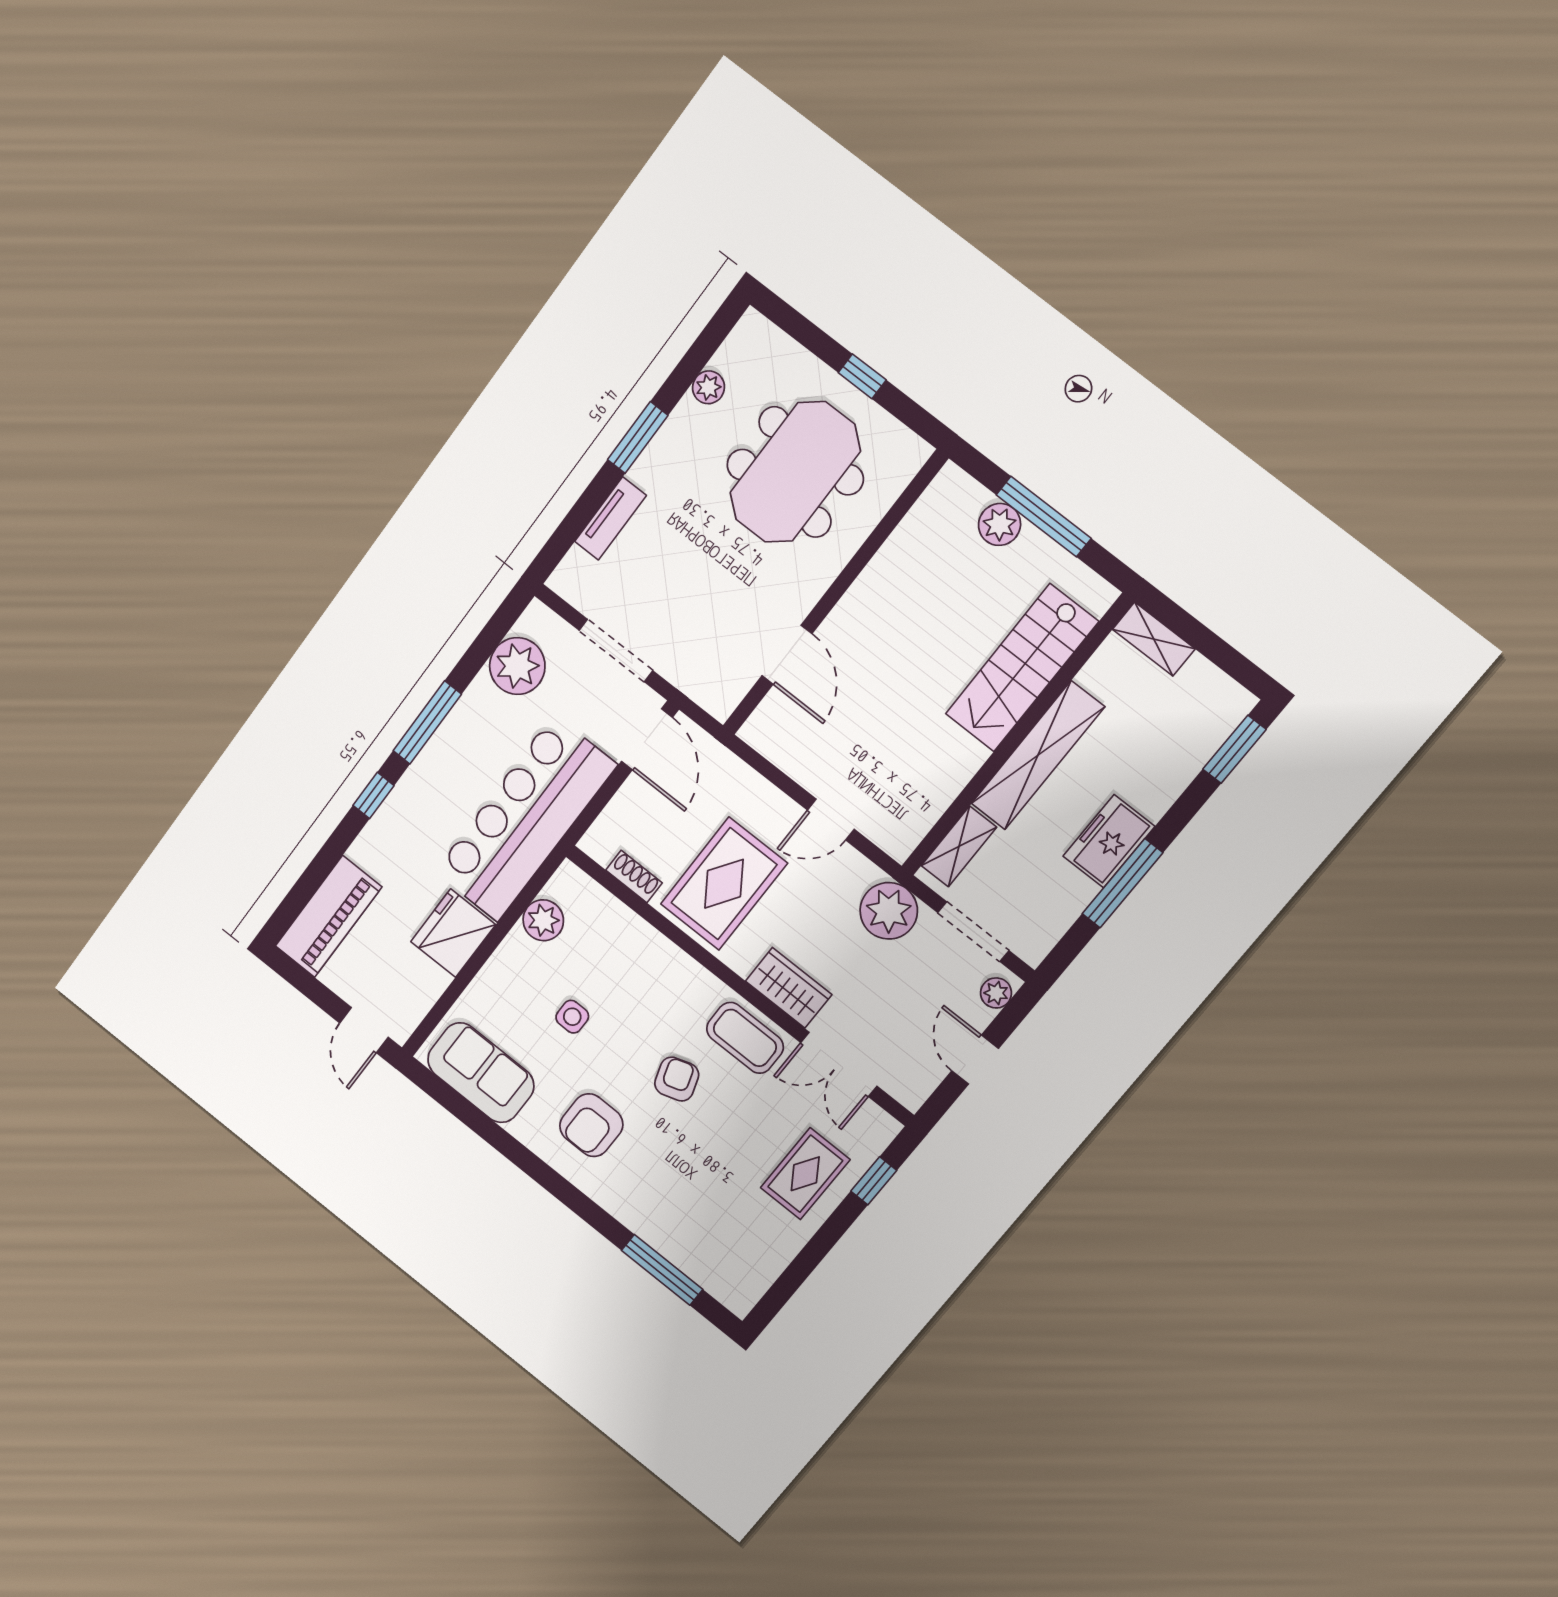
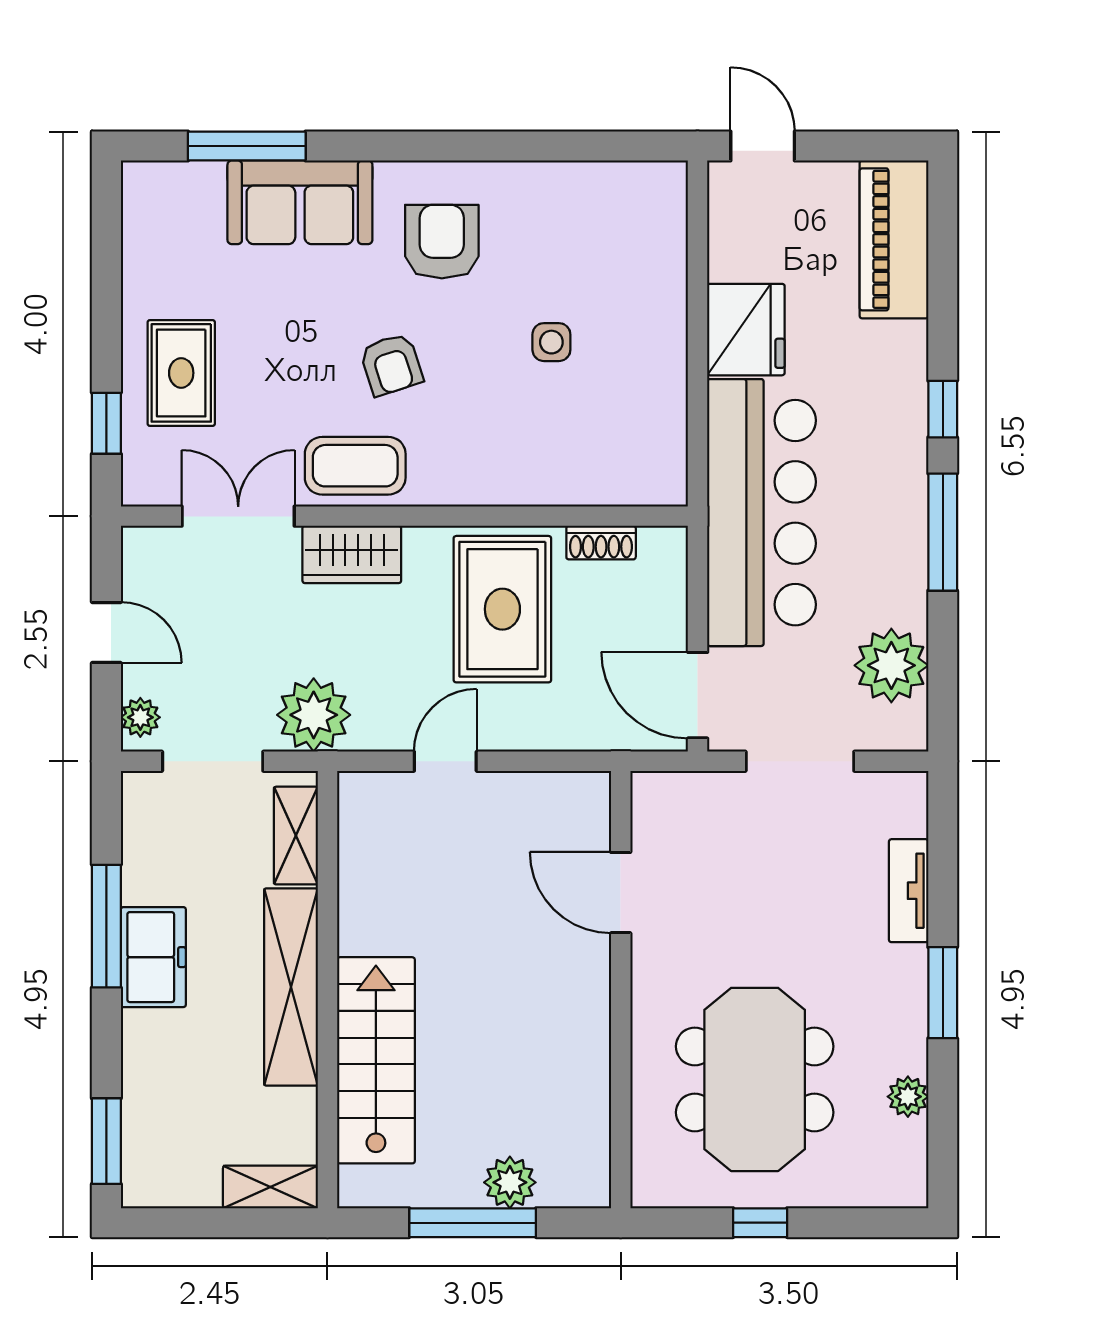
plant: (543, 920) -> (661, 420), removed
sofa: (481, 1073) -> (300, 202), moved

